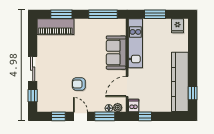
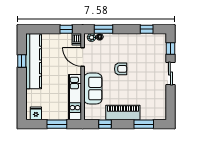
window: (103, 14) -> (105, 124), width x0.46
piano: (55, 27) -> (123, 113), moved
armchair: (79, 84) -> (121, 69), moved
door: (127, 87) -> (83, 57), swing flipped
window: (193, 93) -> (22, 61), moved
door: (80, 116) -> (126, 29), removed

